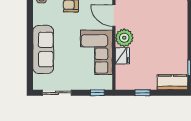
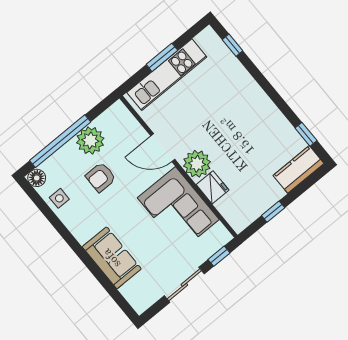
sofa: (43, 50) -> (112, 258), width x0.73
sliding door: (57, 93) -> (184, 285), moved

